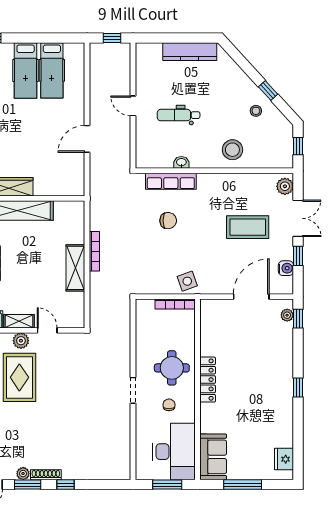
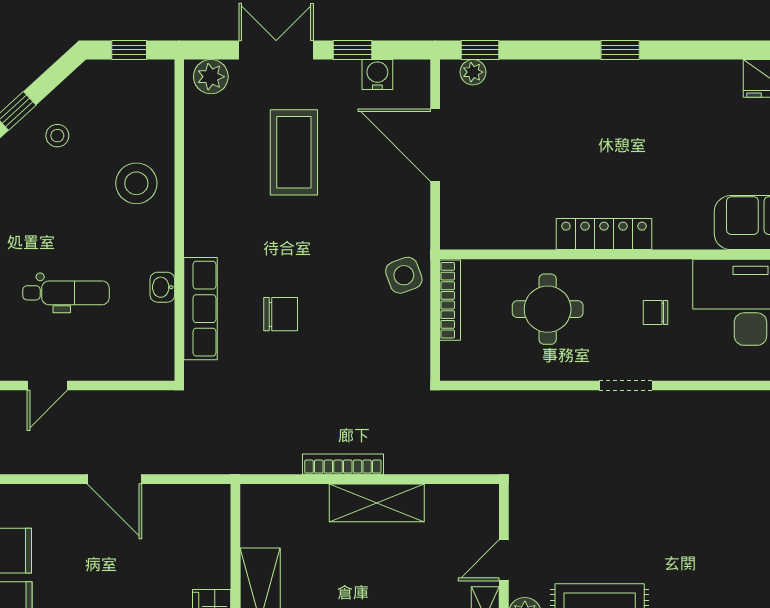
dental chair: (179, 115) -> (66, 293), turned -90
chair: (168, 221) -> (281, 314), turned 90
round table: (172, 368) -> (548, 309), moved

